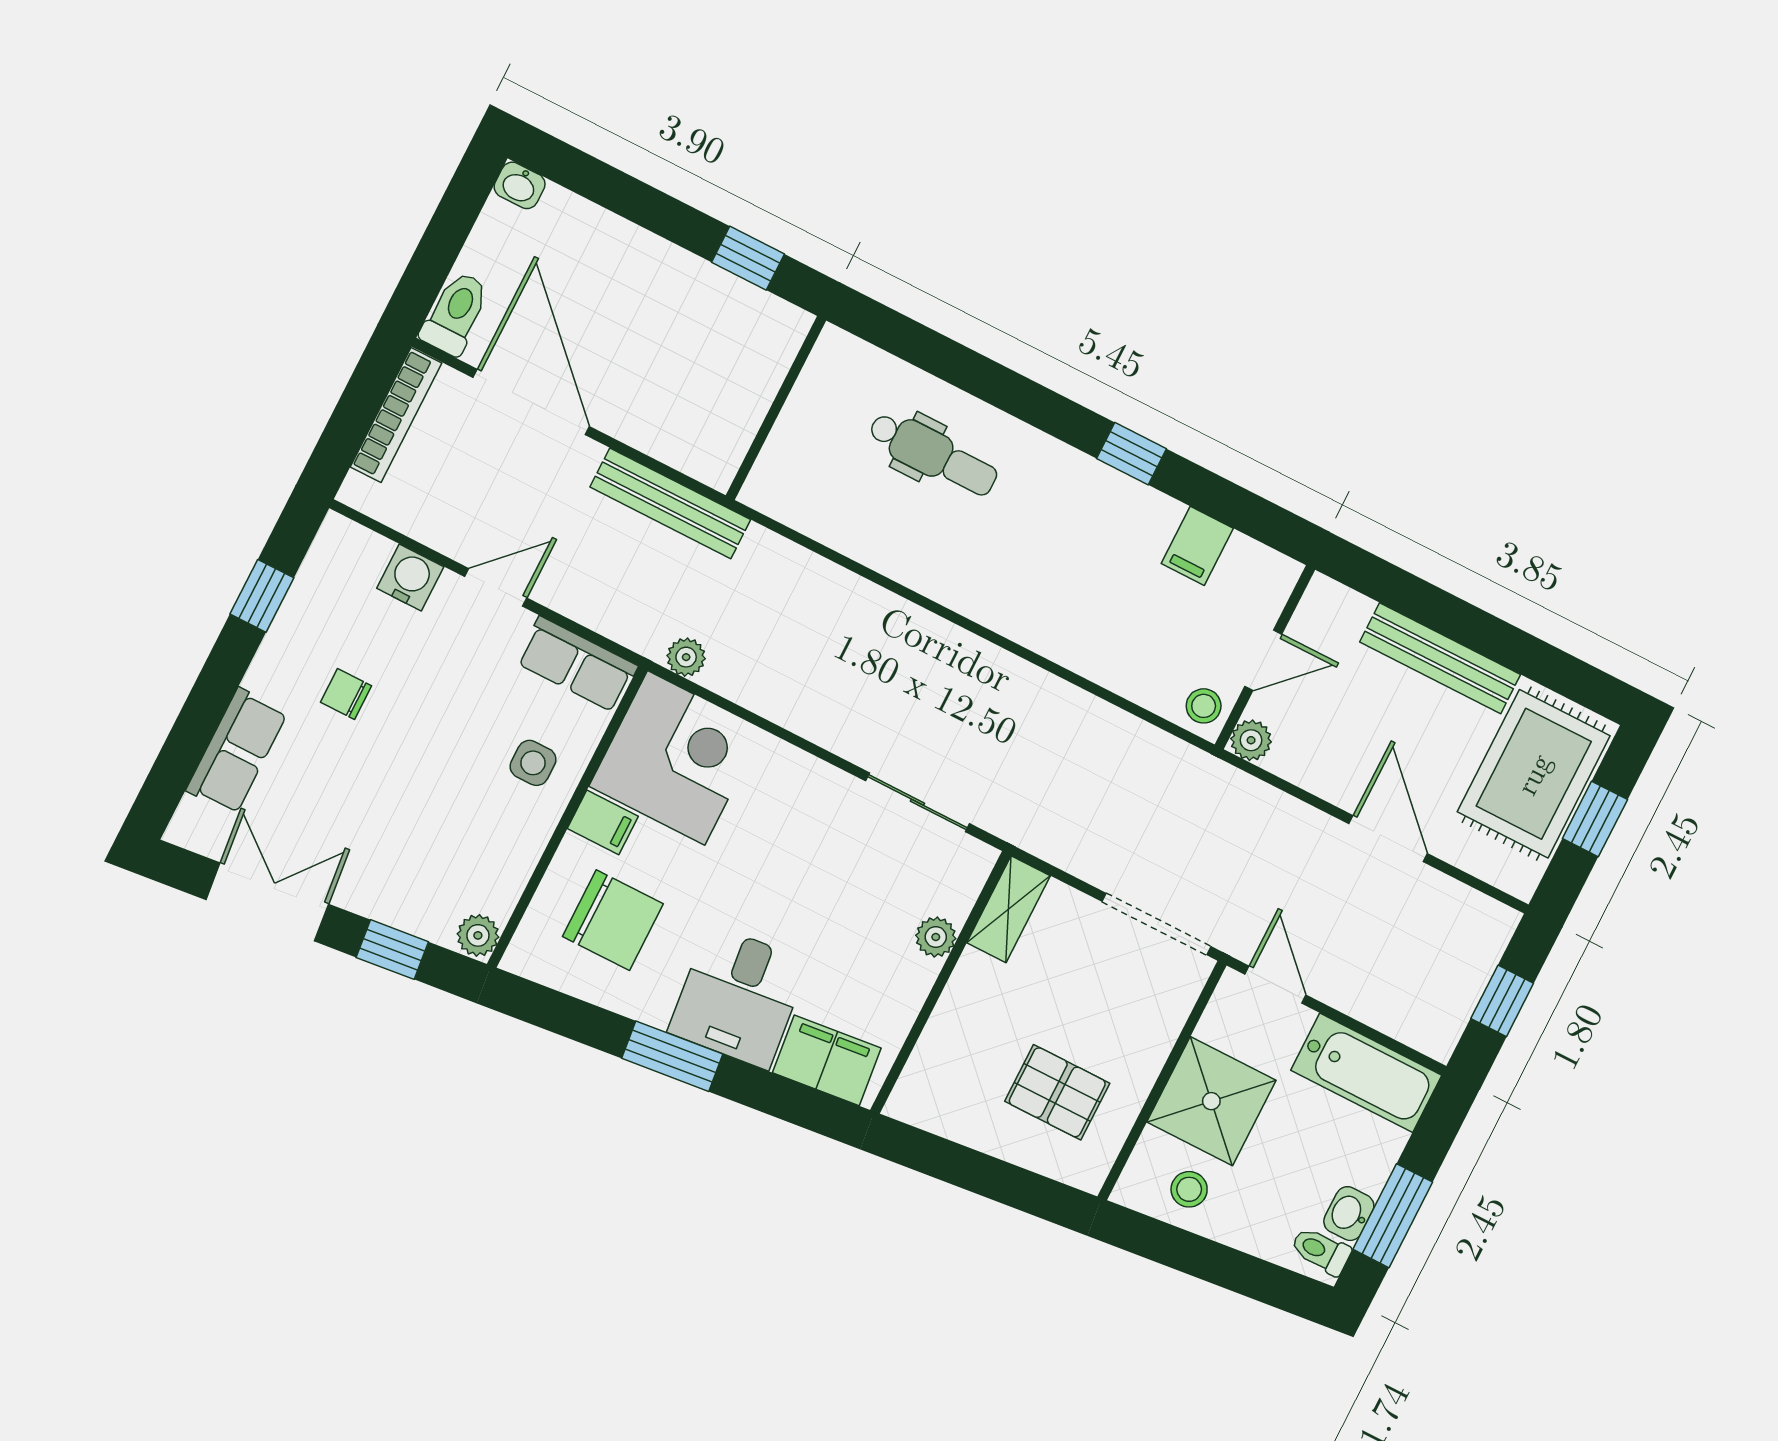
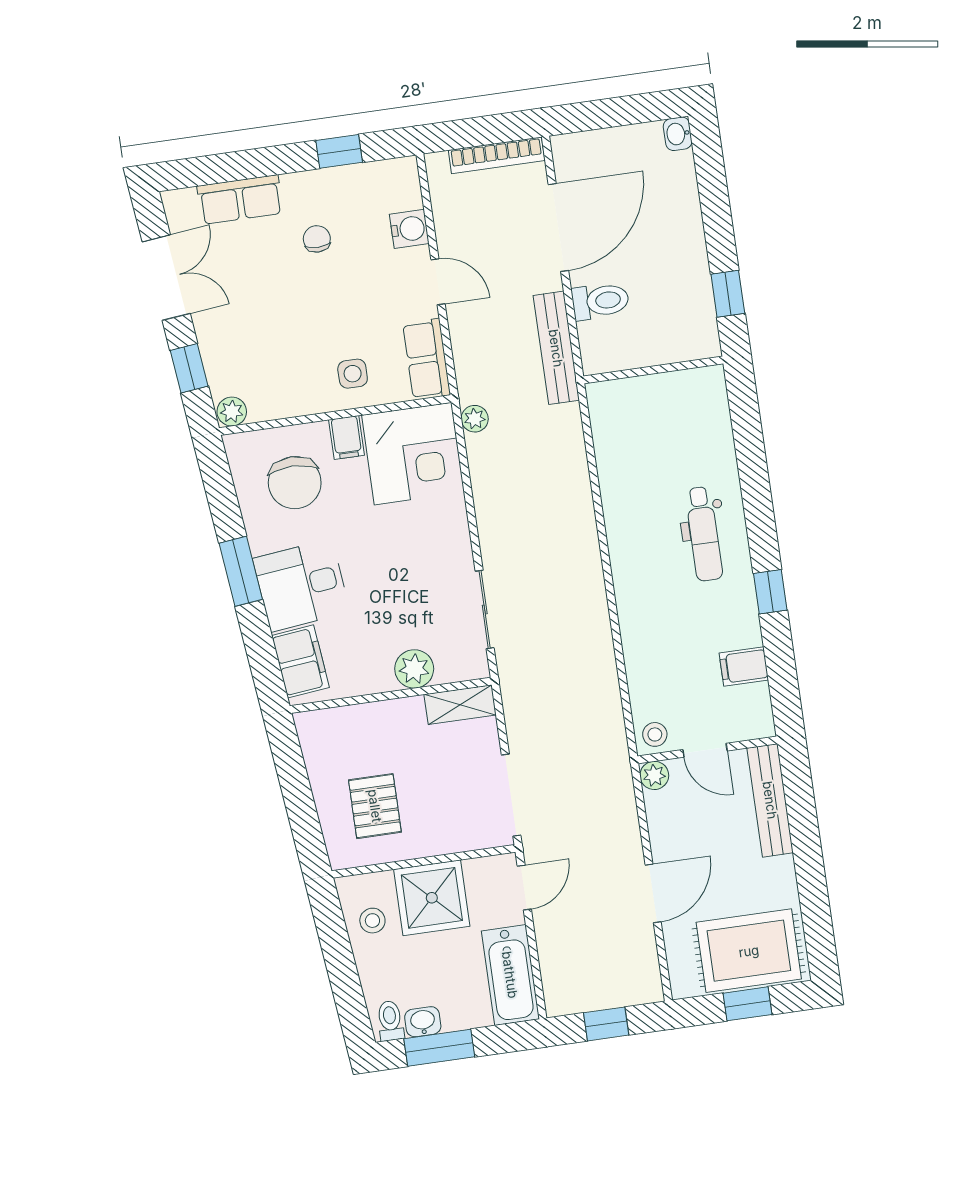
toilet: (455, 313) -> (600, 301), moved
dental chair: (933, 454) -> (704, 534), moved
bench: (1440, 658) -> (770, 800), moved
plant: (936, 937) -> (414, 669), width x1.38, depth x1.38

